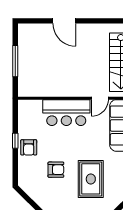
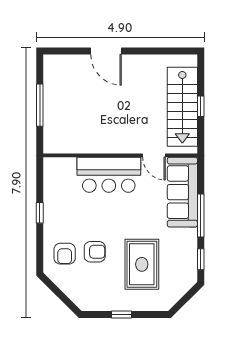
door: (100, 98) -> (154, 155), hinge flipped
armchair: (29, 147) -> (65, 254), moved

